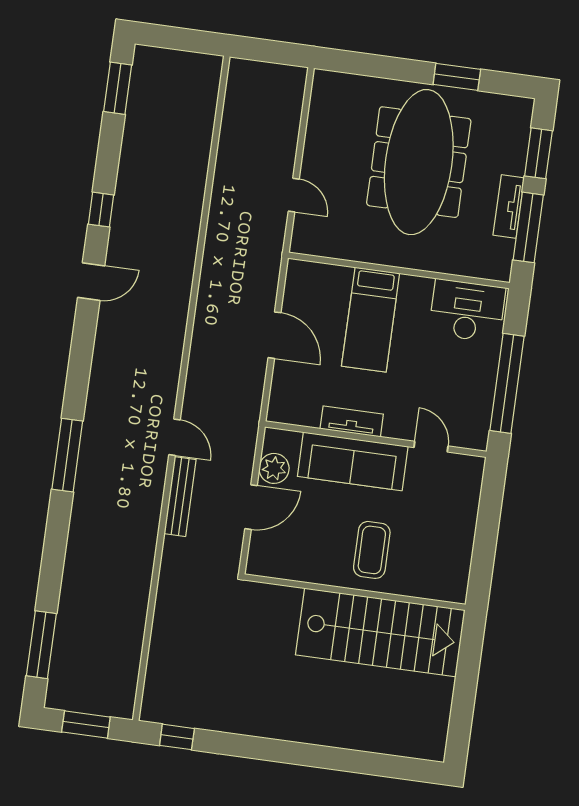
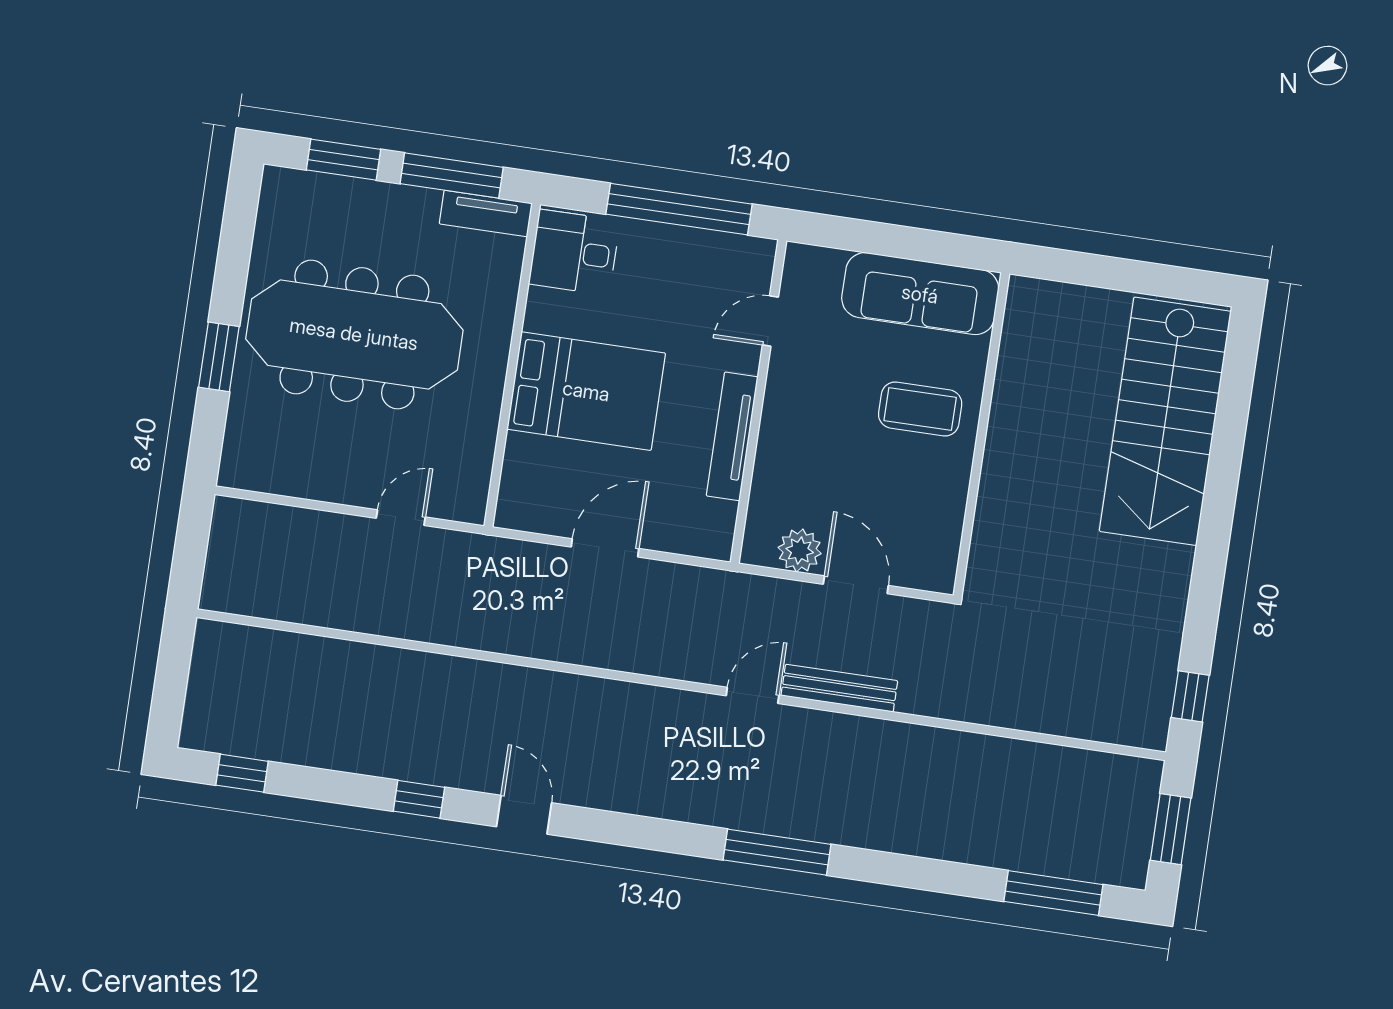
window: (457, 77) -> (219, 357), moved
window: (118, 88) -> (242, 773), width x0.67
tv unit: (509, 207) -> (486, 213), moved
desk: (467, 311) -> (574, 252), width x0.73
bed: (371, 320) -> (586, 391), width x1.50
tv unit: (352, 421) -> (732, 436), width x1.41
sofa: (353, 461) -> (920, 294), moved, turned 90
stairs: (380, 632) -> (1165, 421), moved, turned 180

